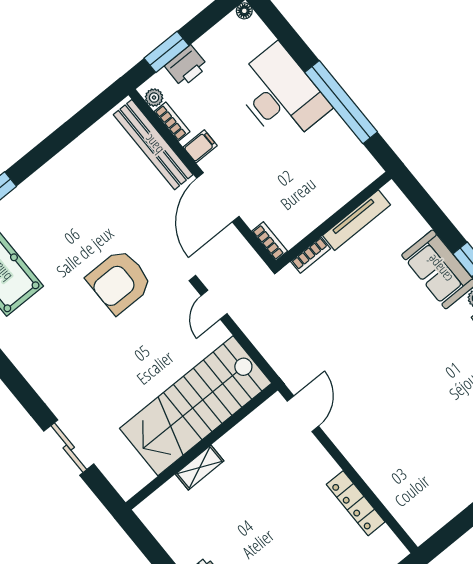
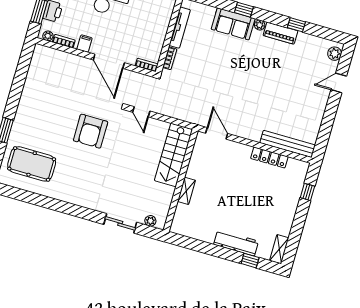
bench: (153, 145) -> (288, 144), moved
stairs: (196, 406) -> (174, 155), width x0.73, depth x0.66
plant: (116, 475) -> (150, 221), added

